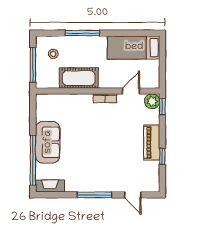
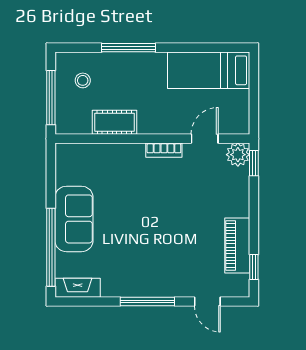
cot: (79, 78) -> (114, 122), width x0.73, depth x0.75
piano: (152, 143) -> (237, 246), moved
window: (162, 156) -> (254, 267), moved

